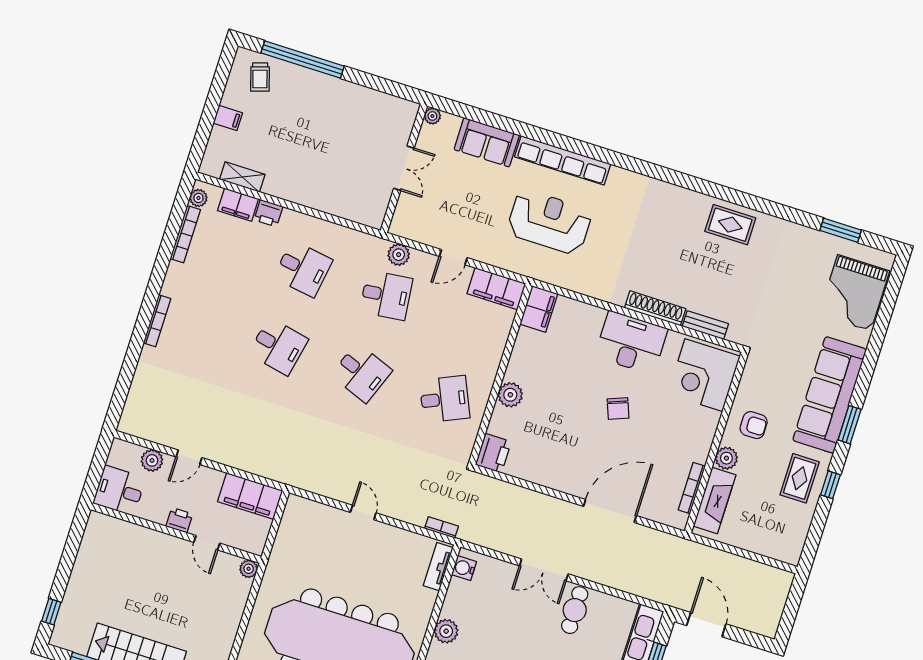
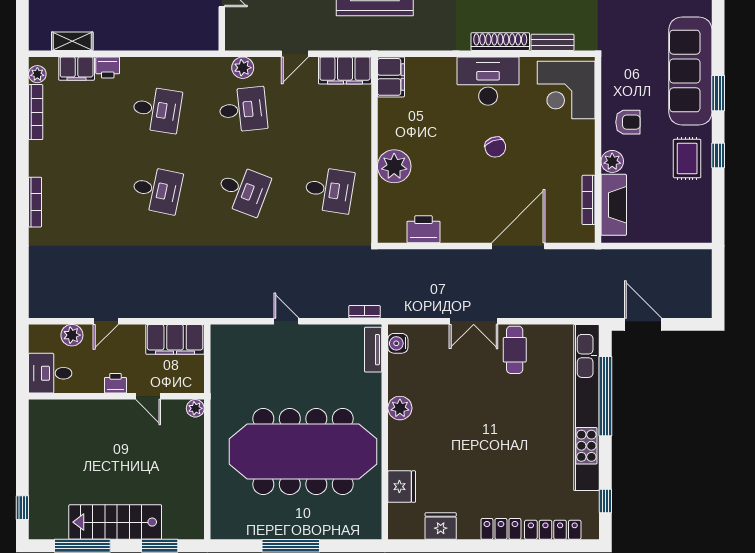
plant: (510, 395) -> (394, 166), width x1.36, depth x1.36
desk: (445, 399) -> (329, 190), turned 33
printer: (493, 453) -> (424, 229), moved, turned -90

